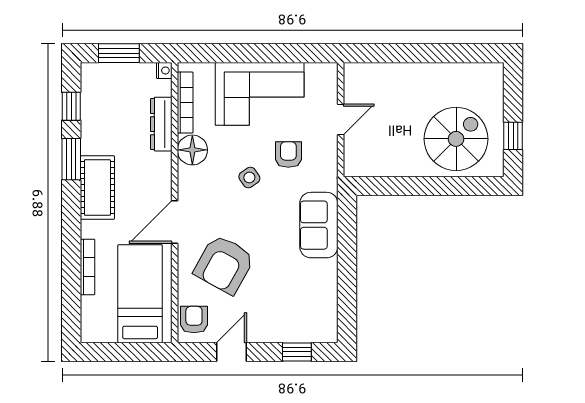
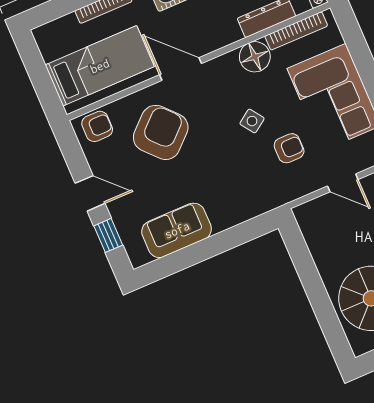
sofa: (319, 225) -> (177, 230), moved
armchair: (224, 264) -> (161, 132), turned 108
door: (232, 352) -> (90, 193), moved

